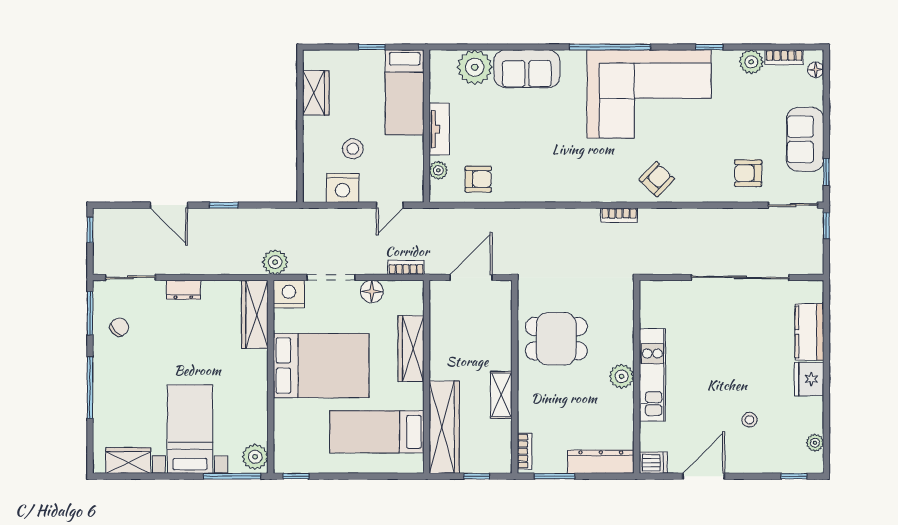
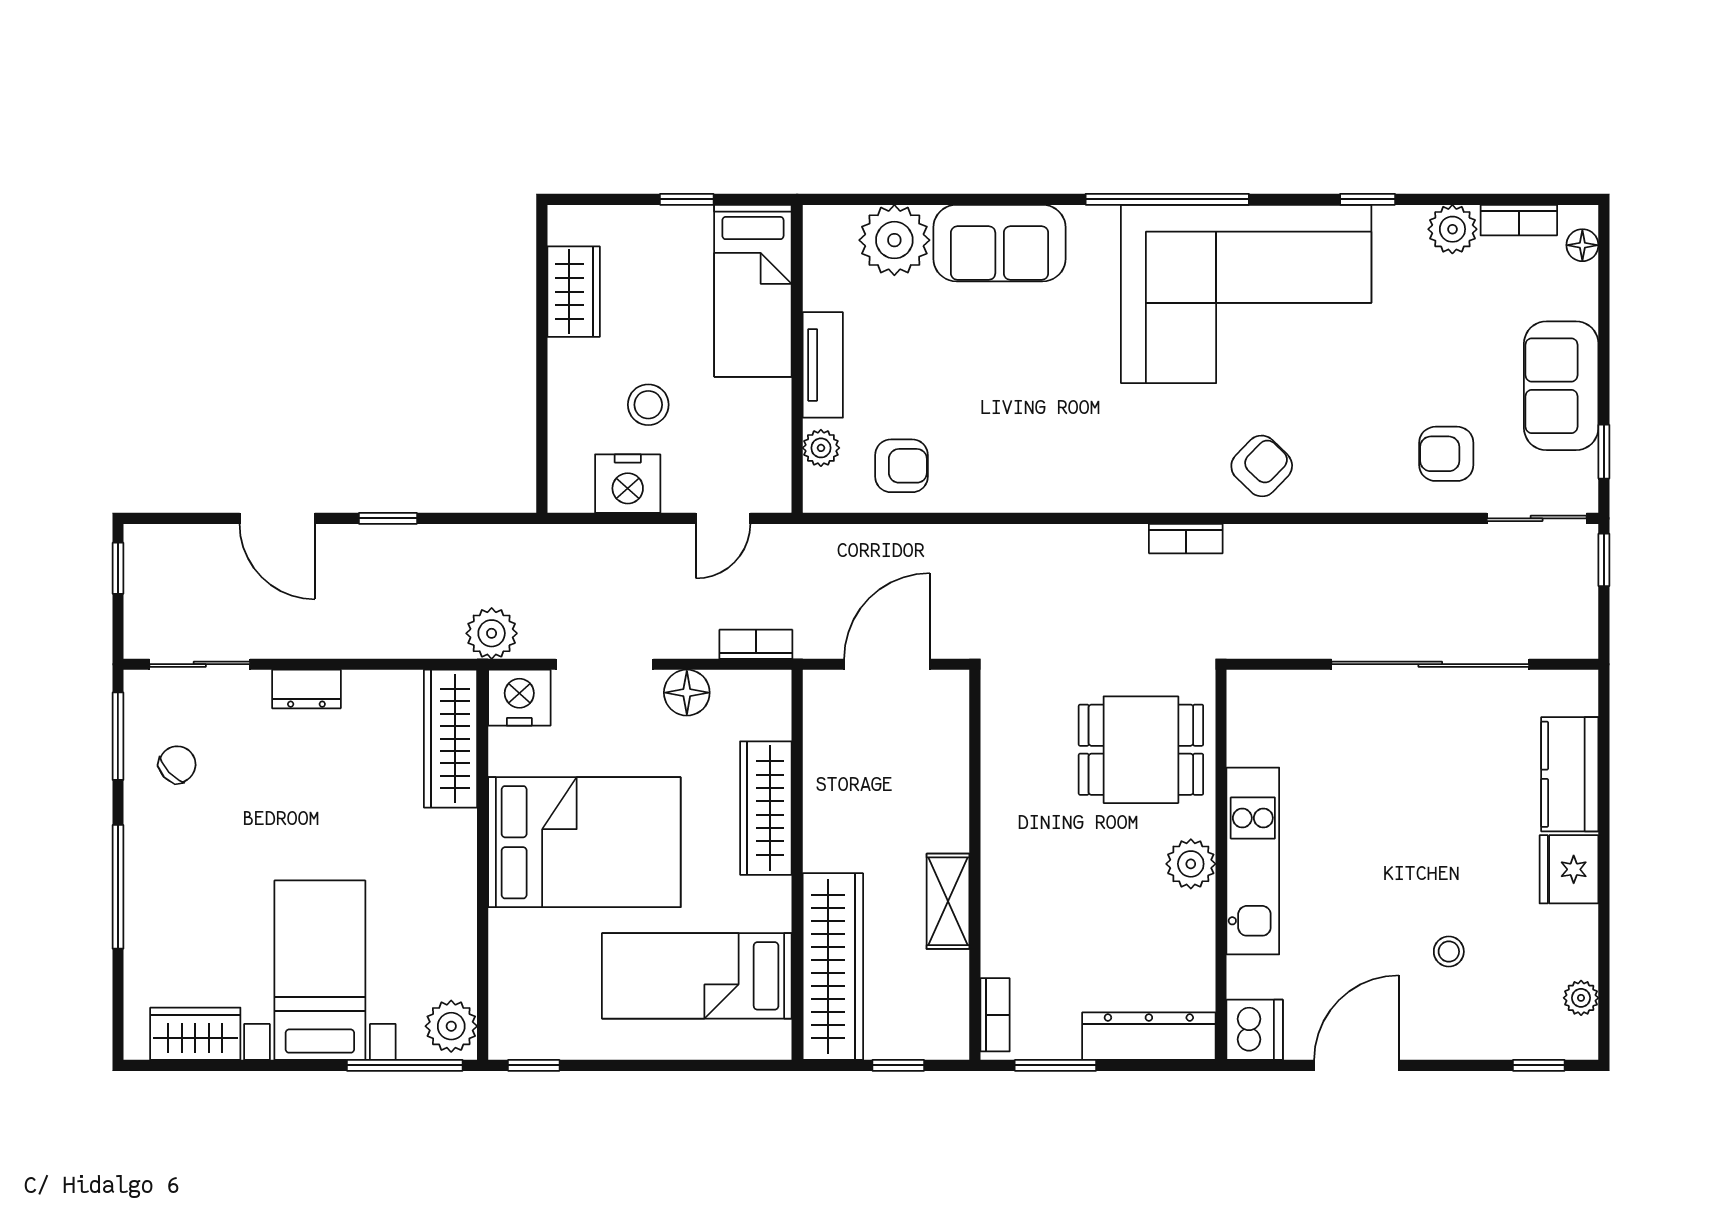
dining table: (556, 339) -> (1141, 750), moved
dishwasher: (653, 463) -> (1255, 1030), width x1.38

